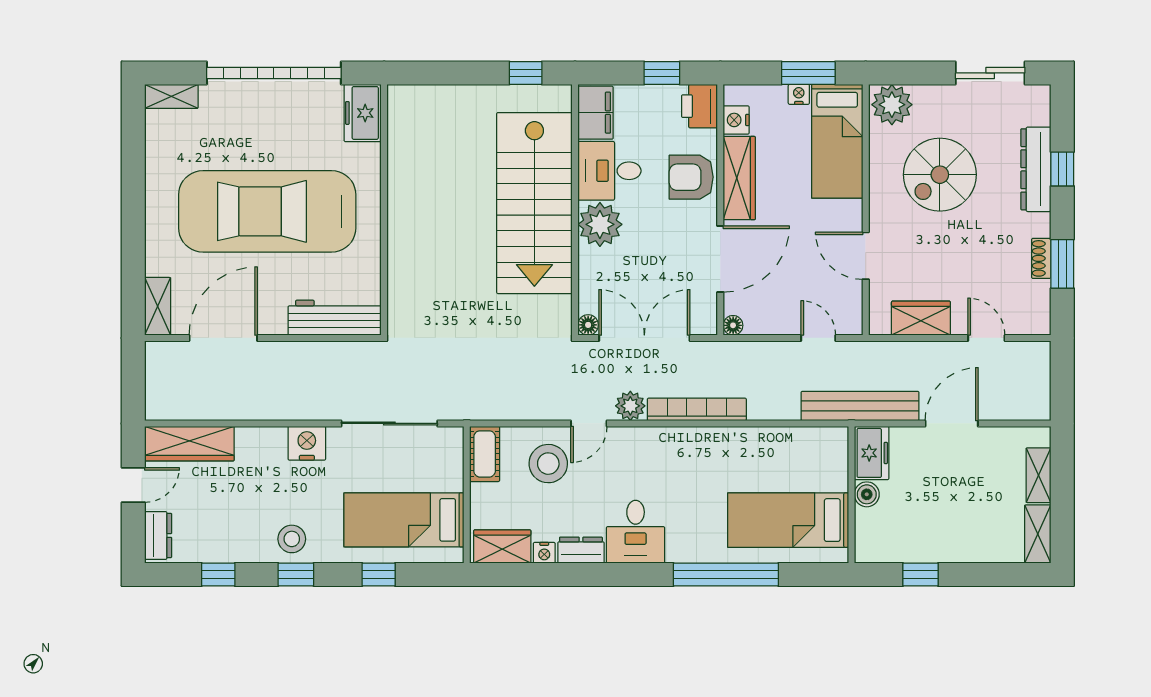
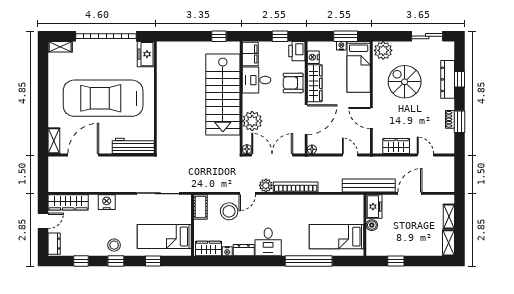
spiral stairs: (940, 175) -> (405, 82), turned 90
plant: (600, 224) -> (252, 121), moved
nightstand: (307, 443) -> (107, 202), moved

